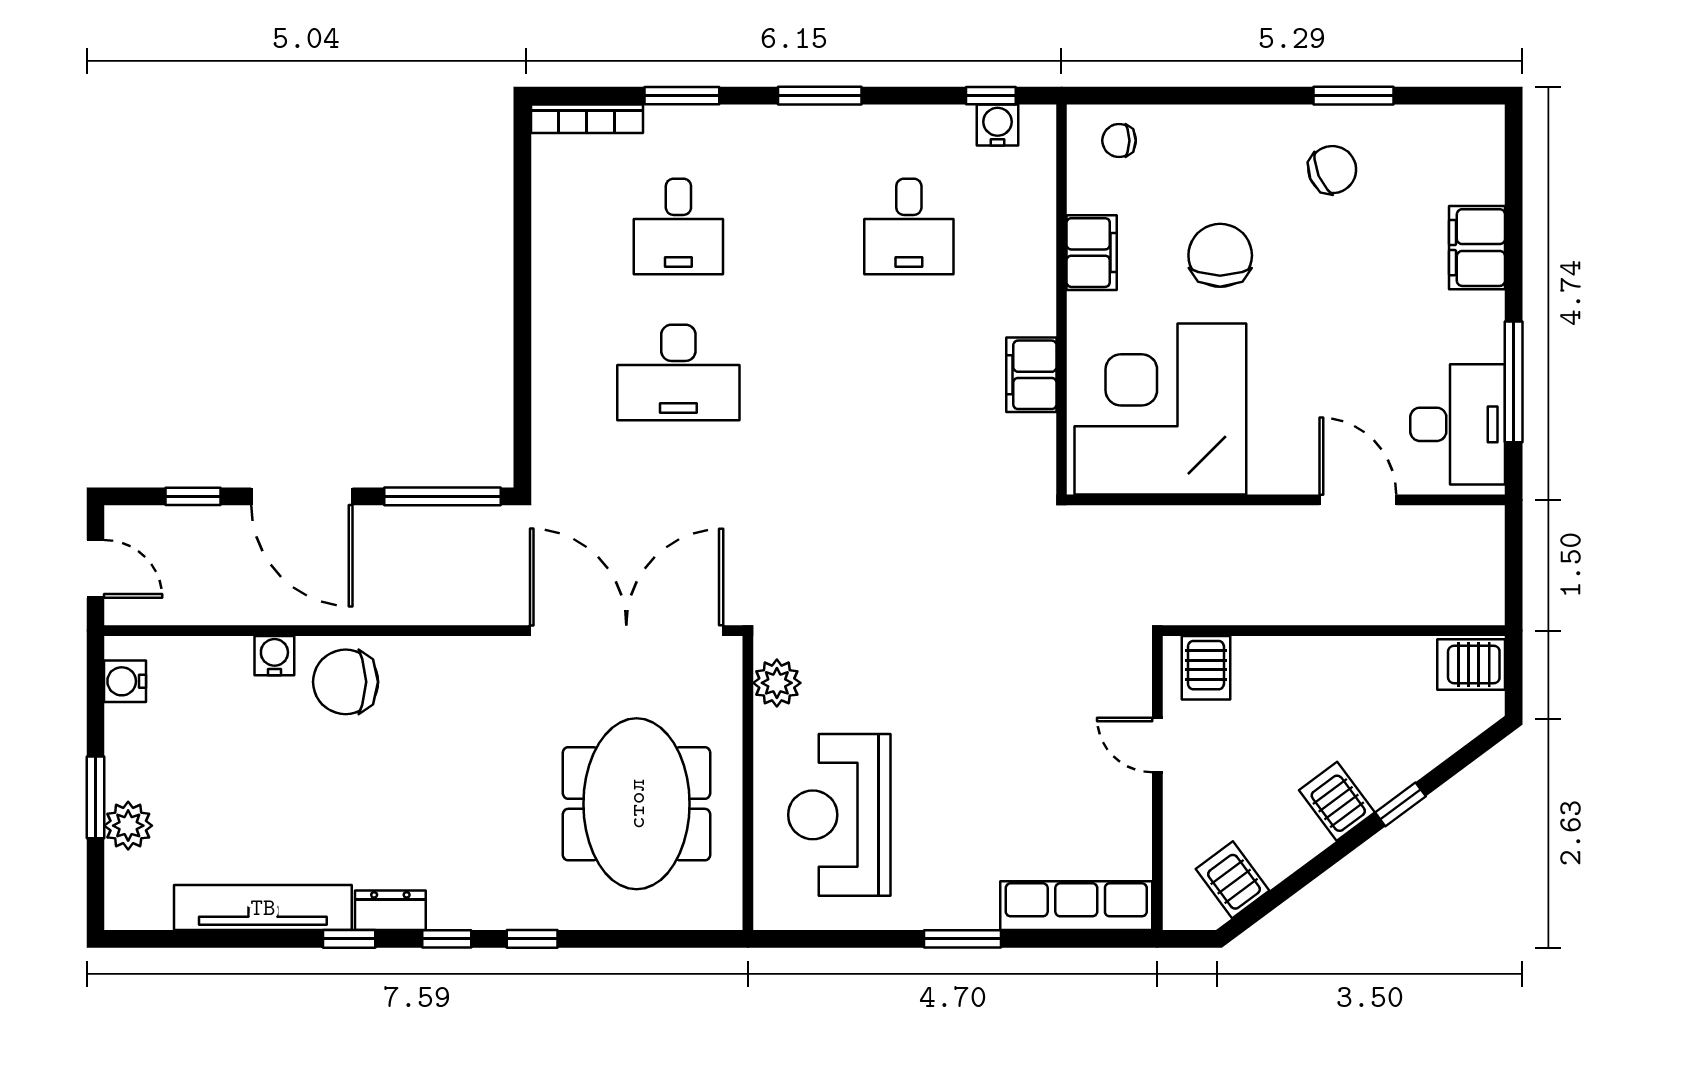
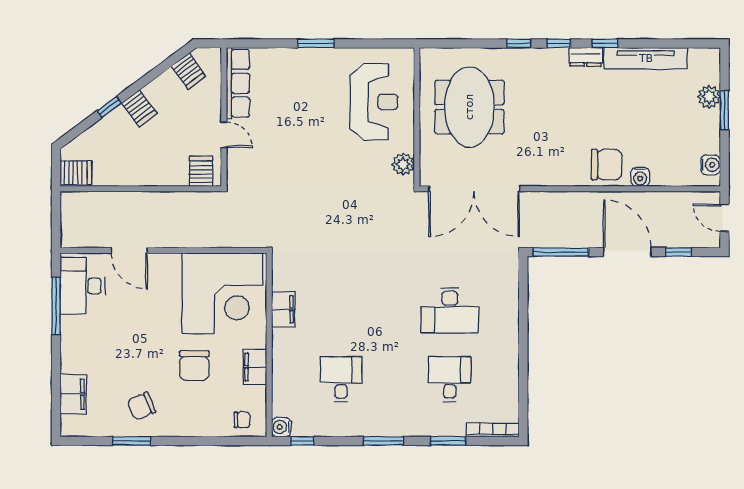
water cooler: (998, 125) -> (281, 427), moved, turned 90
filing cabinet: (1477, 248) -> (73, 394), moved
desk: (678, 373) -> (450, 310), turned 180
row of seats: (1076, 906) -> (238, 83), moved, turned -90

